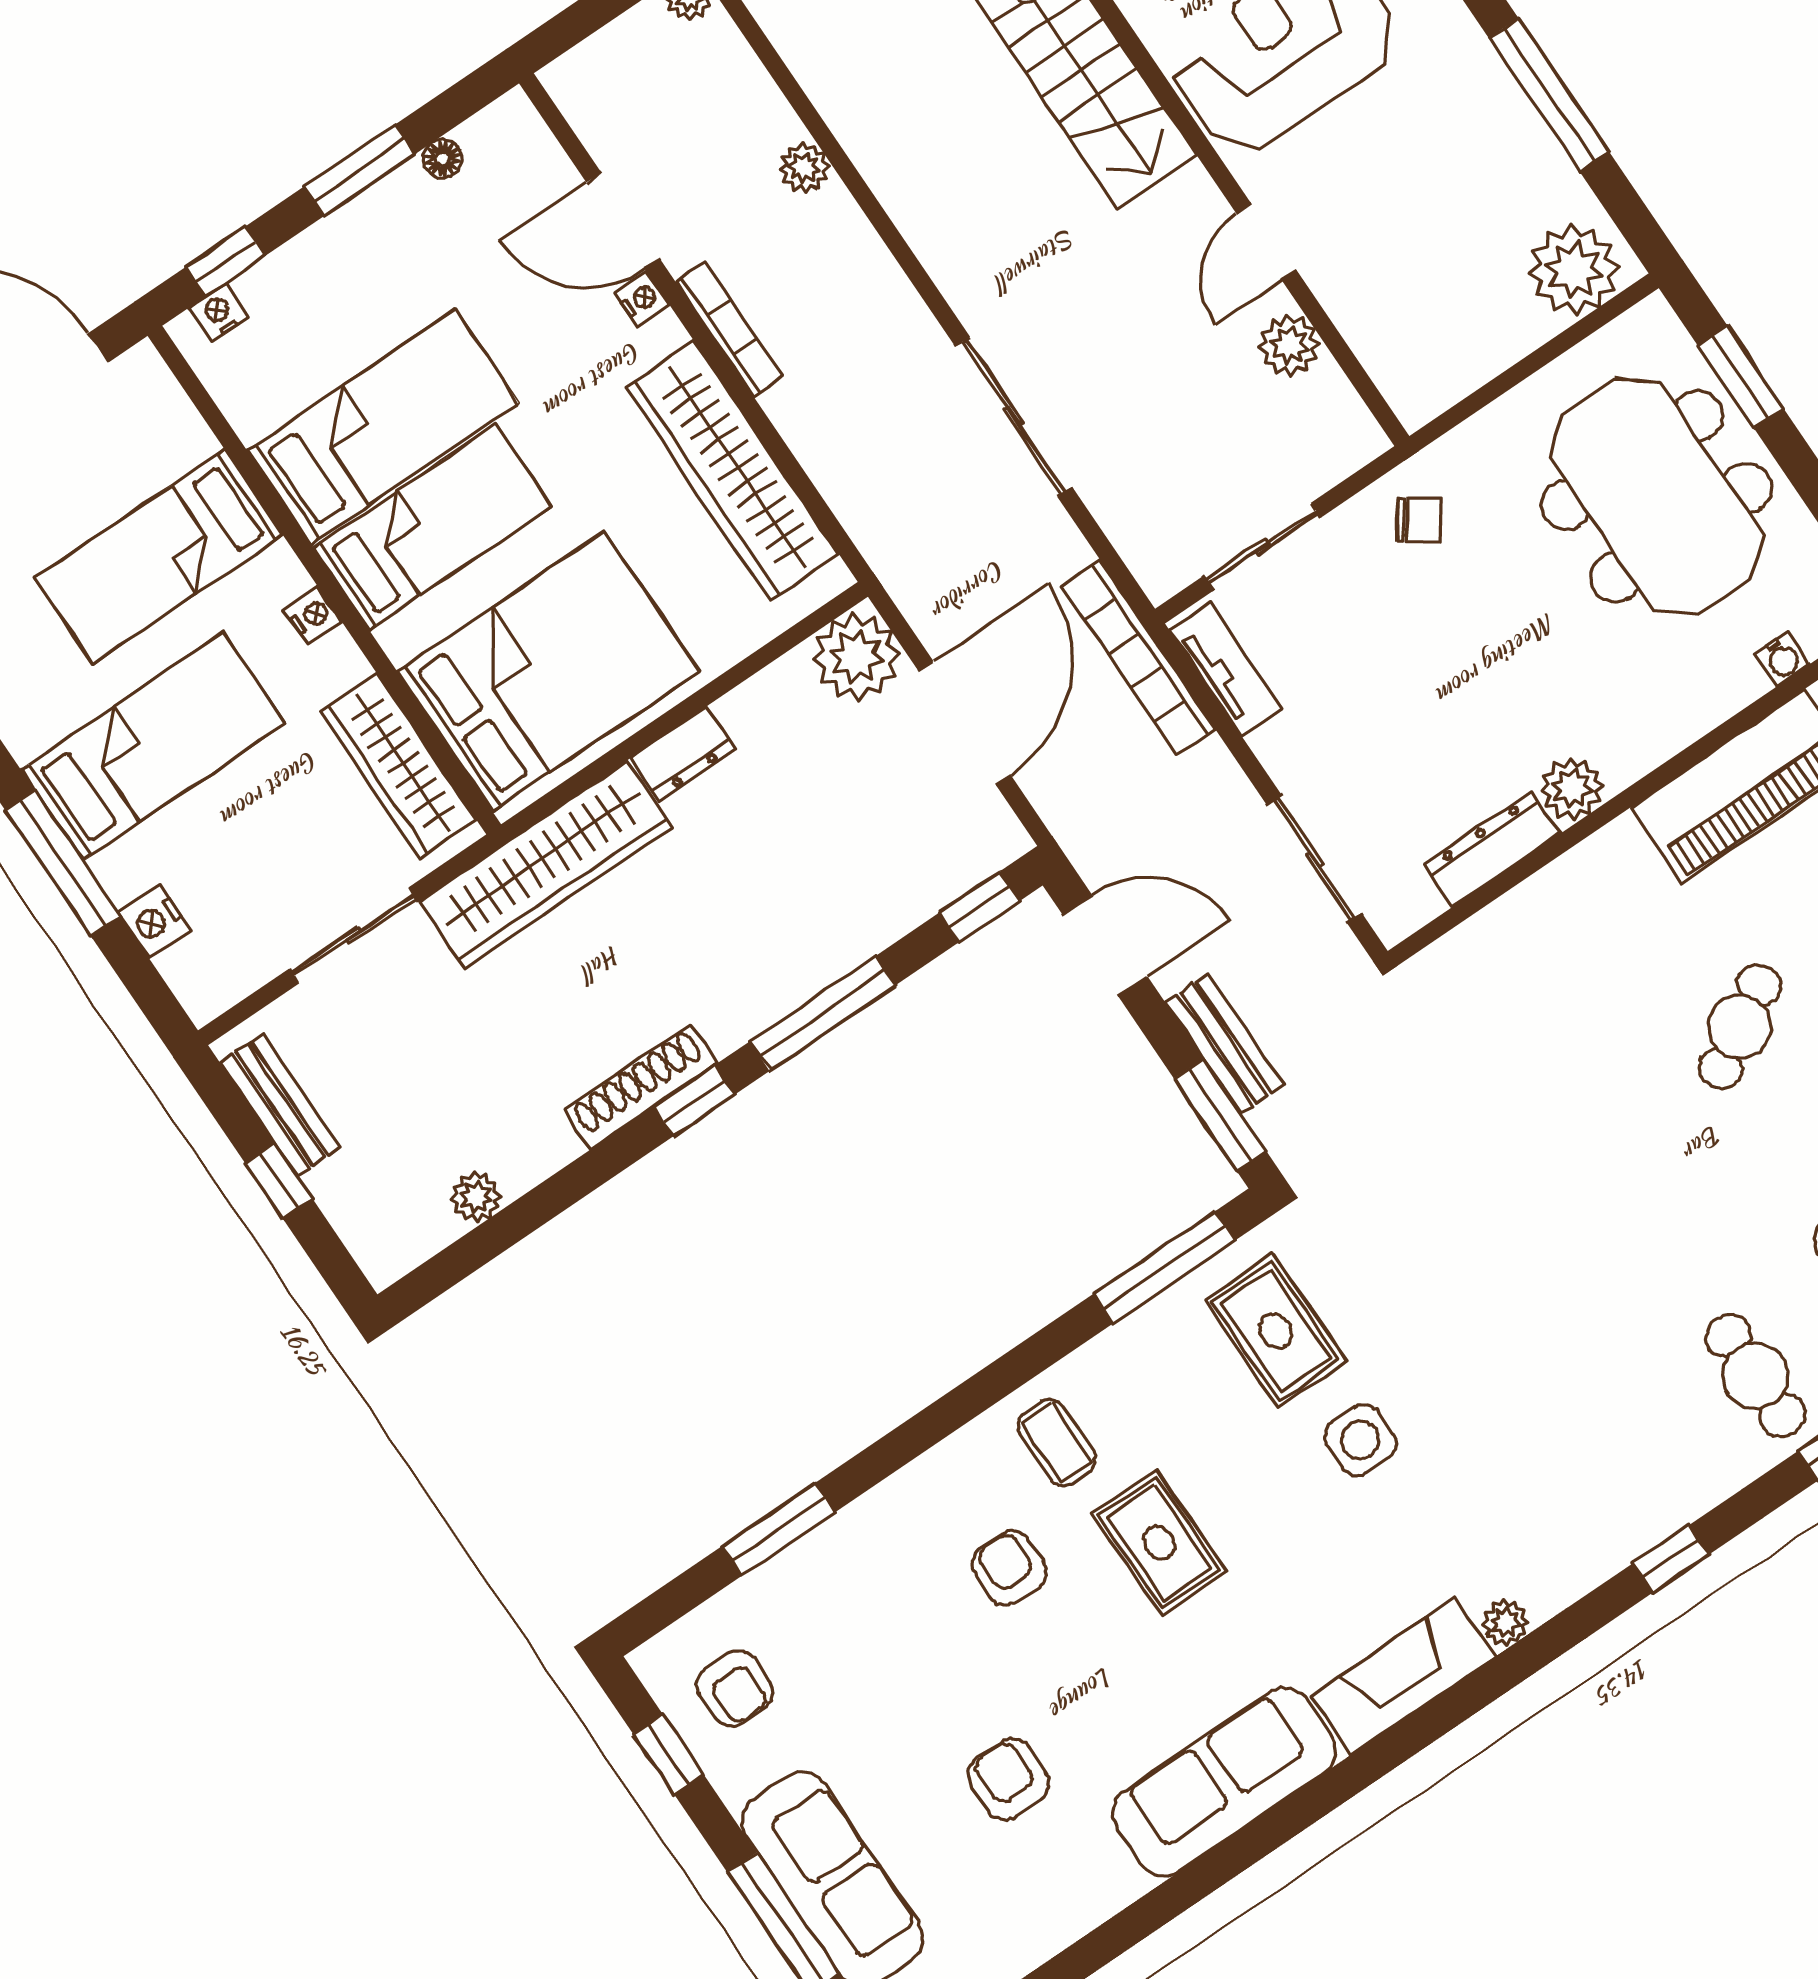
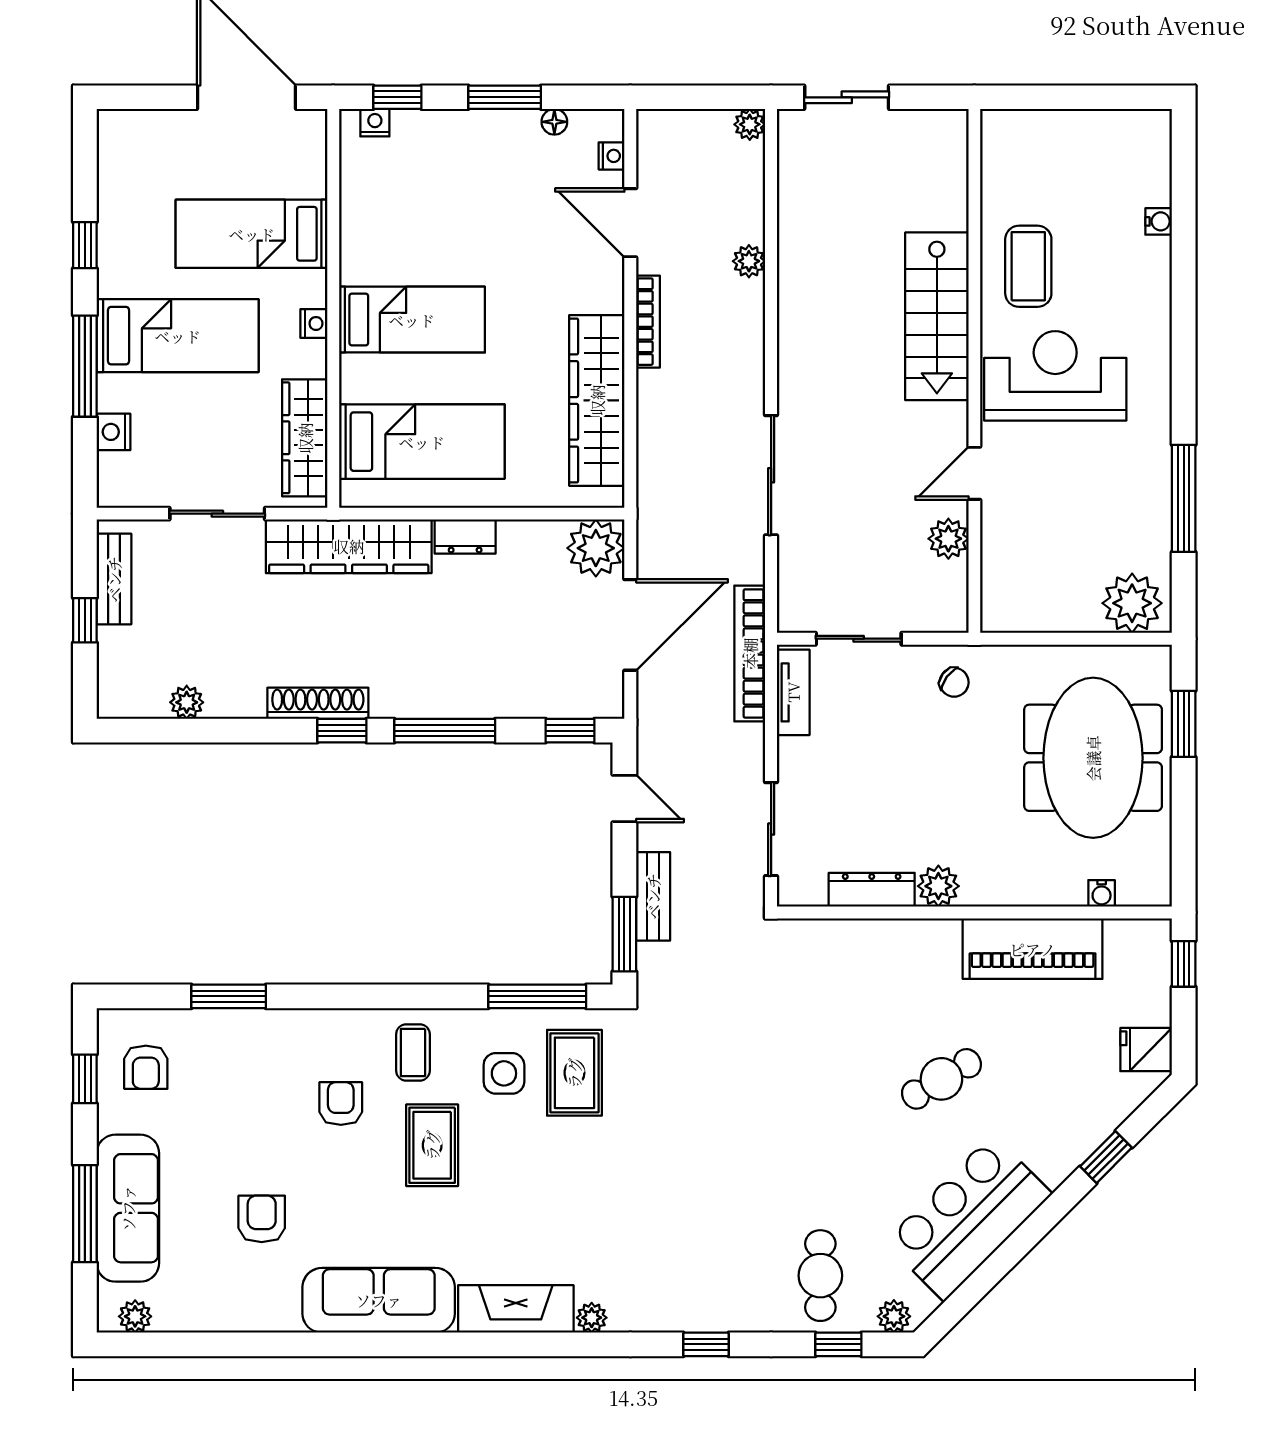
nightstand: (642, 299) -> (612, 156), moved
bed: (383, 427) -> (422, 246), removed
bed: (548, 671) -> (422, 442), width x0.67
door: (1105, 946) -> (624, 799), width x0.73
side table: (1360, 1440) -> (504, 1073), moved

